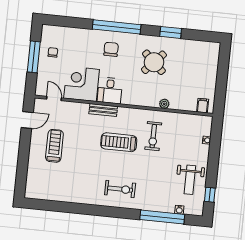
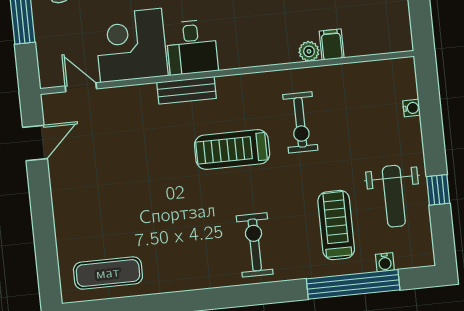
filing cabinet: (203, 106) -> (332, 45), moved
treadmill: (54, 146) -> (336, 225), moved
exercise mat: (49, 188) -> (108, 273), added
exercise bike: (120, 189) -> (255, 245), turned -90
window: (210, 195) -> (438, 190), moved

